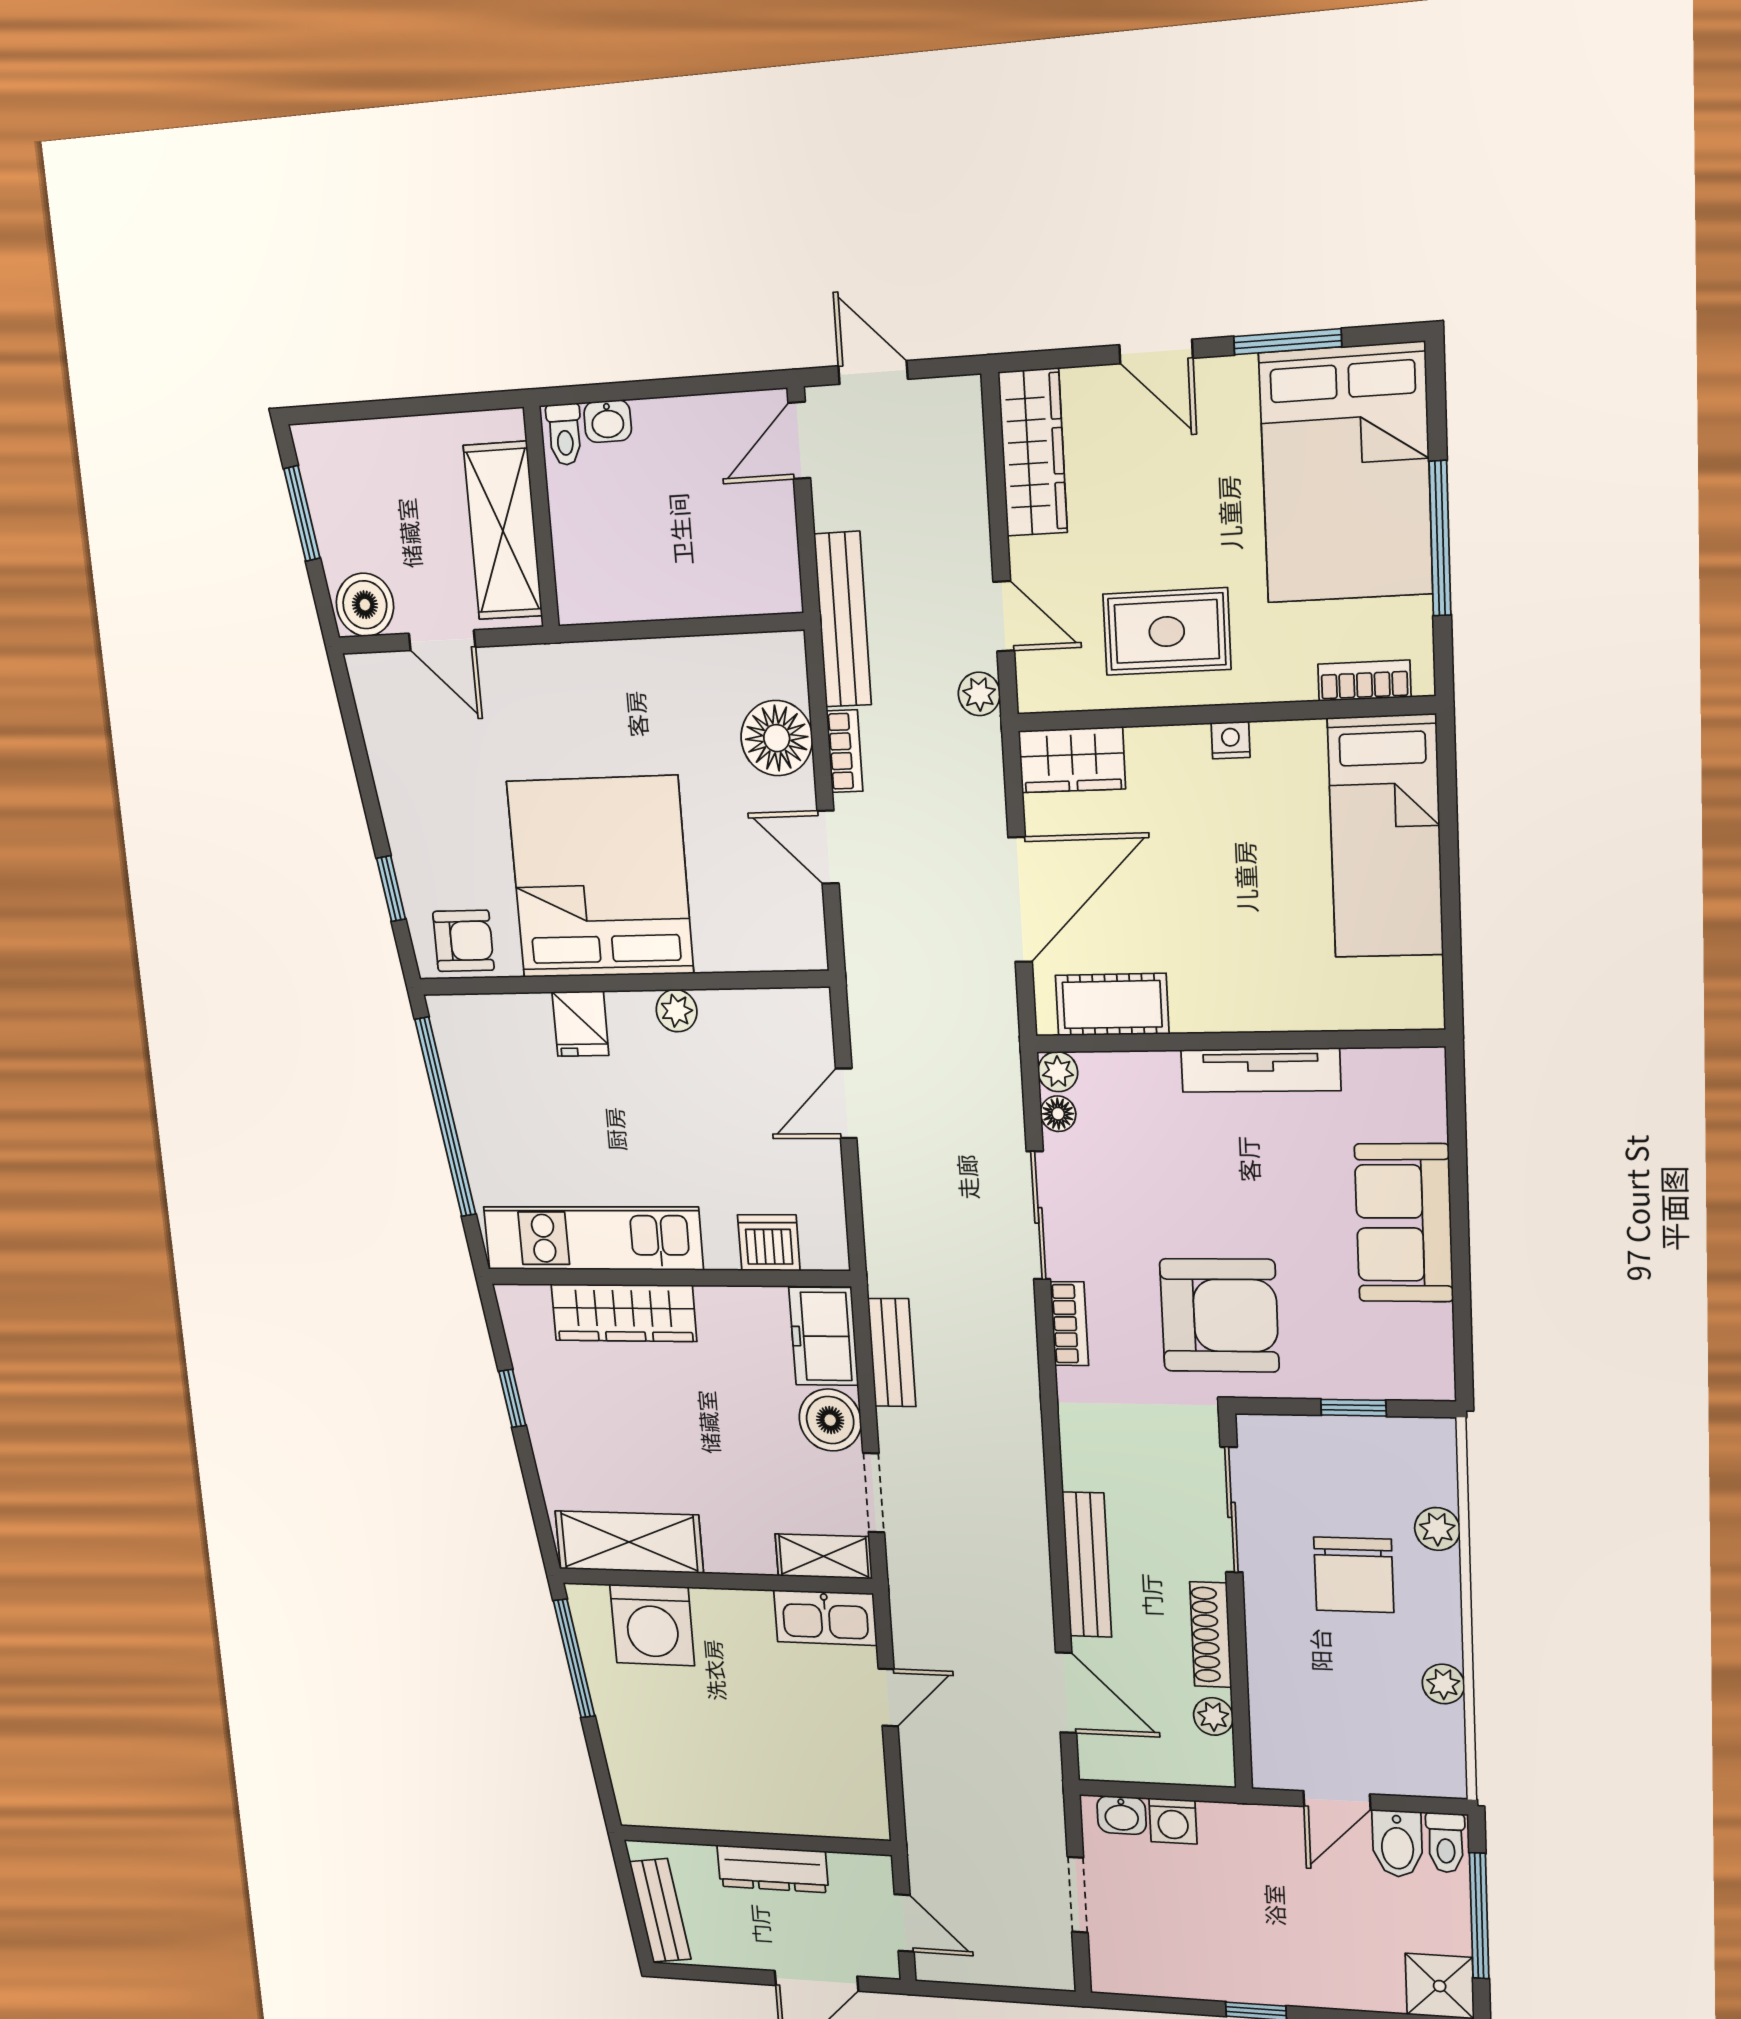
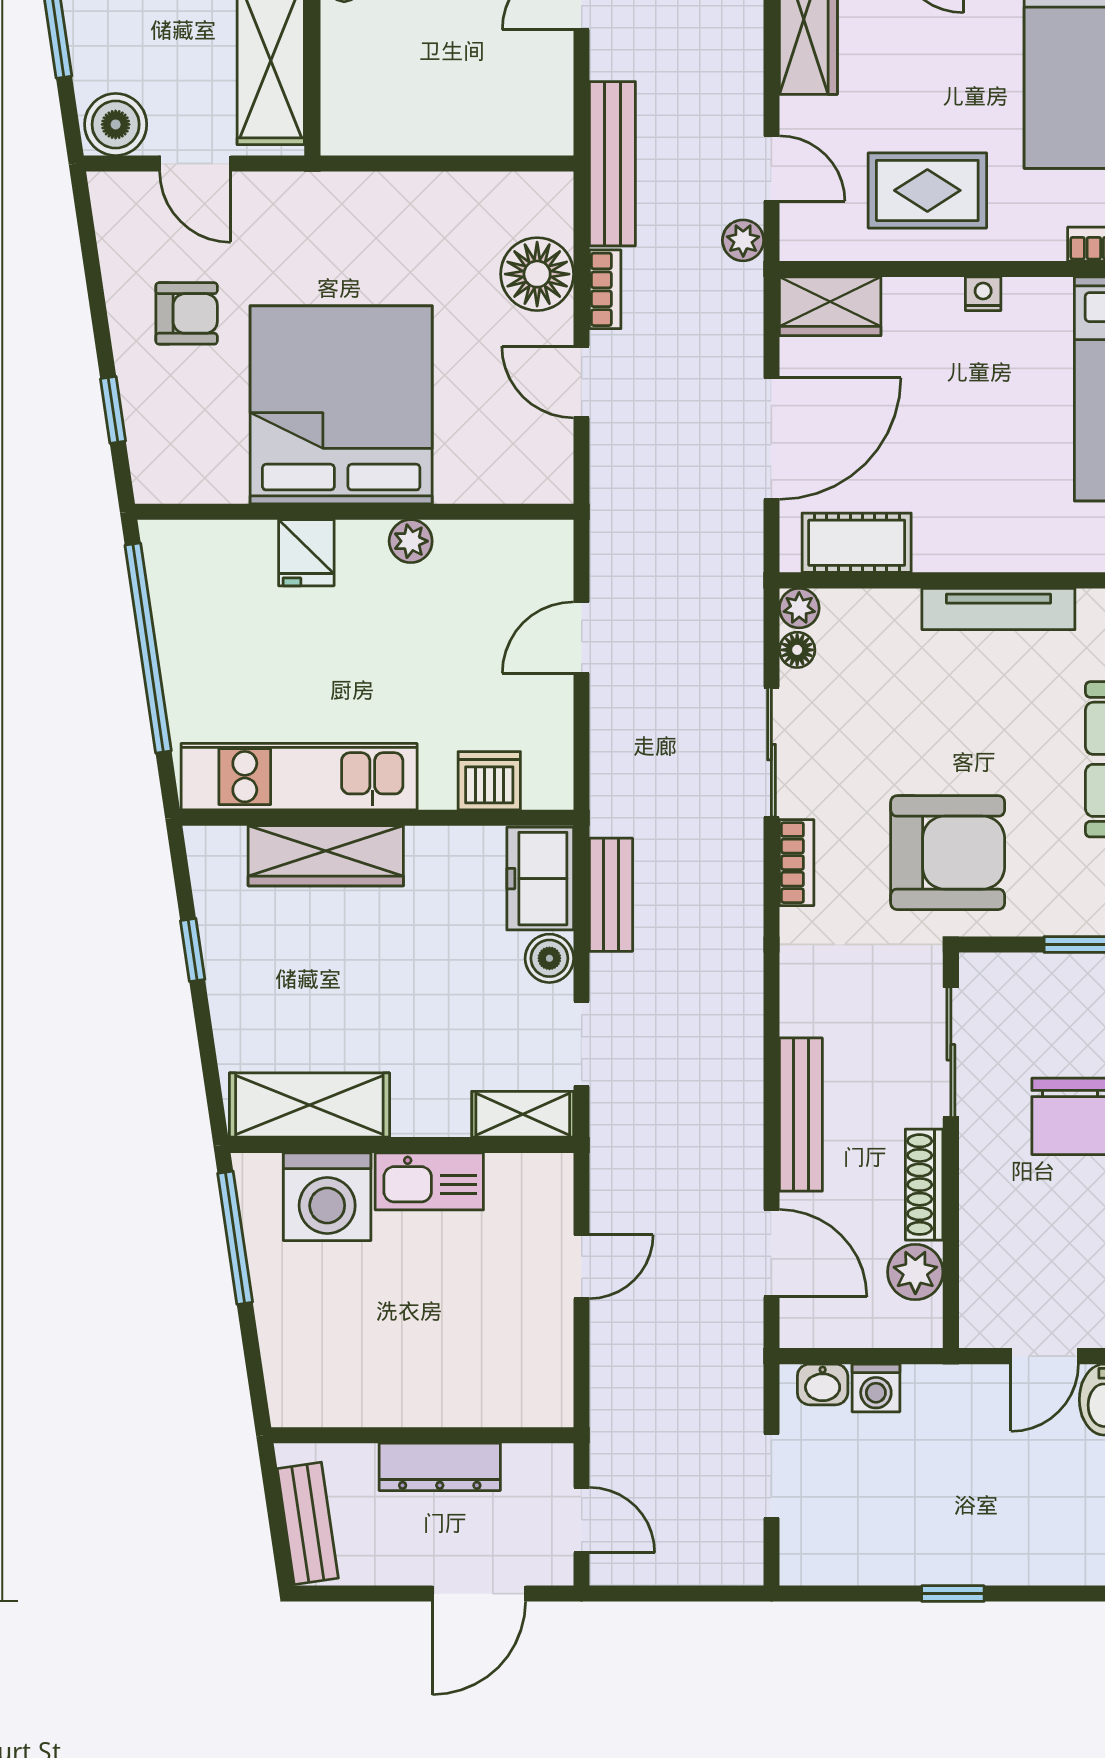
armchair: (463, 941) -> (187, 313), moved
boiler: (830, 1420) -> (549, 958), width x0.73, depth x0.73
kitchen sink: (825, 1618) -> (429, 1181), moved
plant: (1213, 1716) -> (915, 1272), width x1.38, depth x1.38

